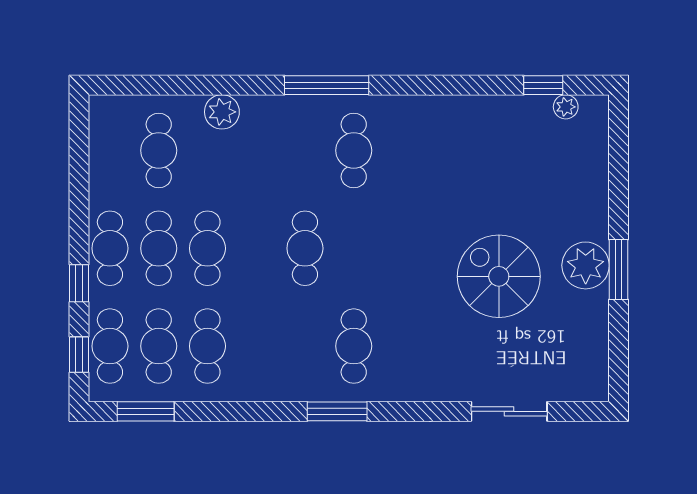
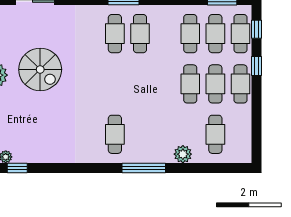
window: (327, 85) -> (144, 168), moved
cafe table: (305, 248) -> (140, 34), moved

